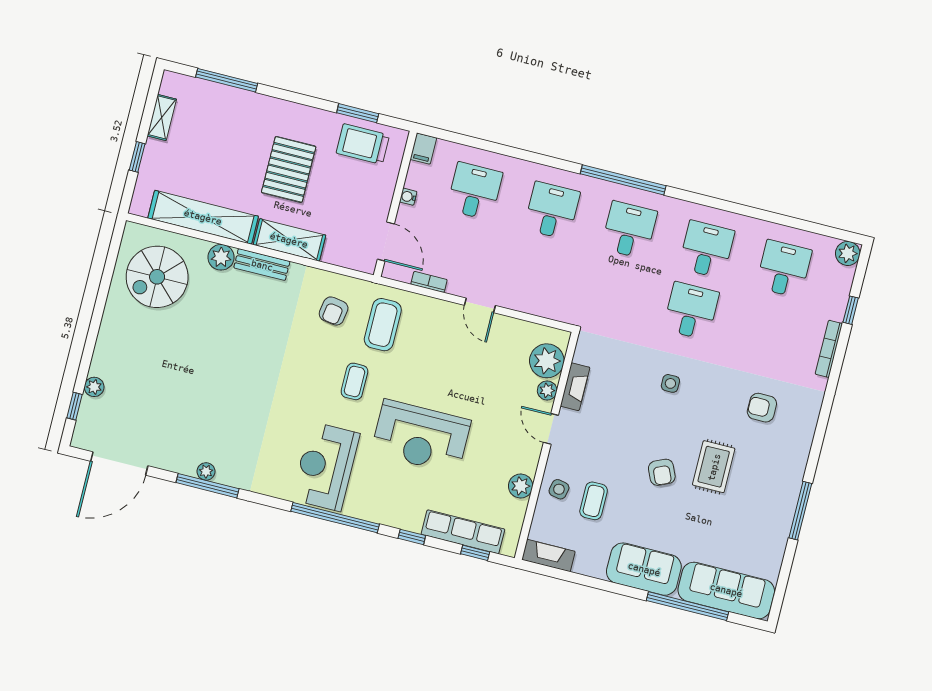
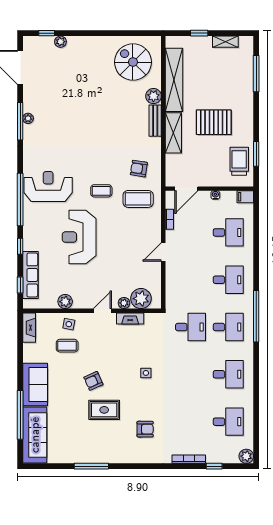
desk: (691, 311) -> (191, 327), moved
armchair: (762, 408) -> (145, 429), turned 90

